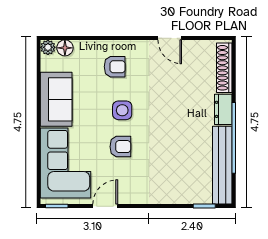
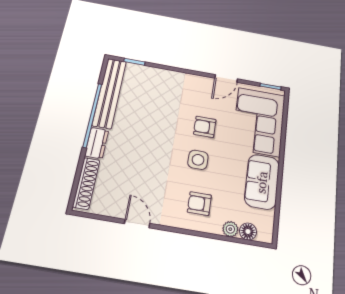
plant: (48, 47) -> (230, 229), moved

